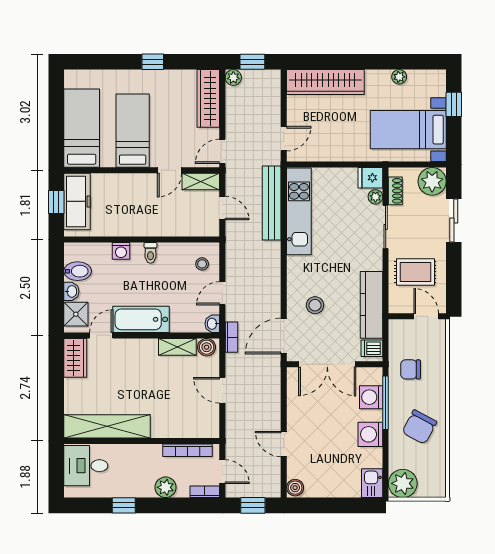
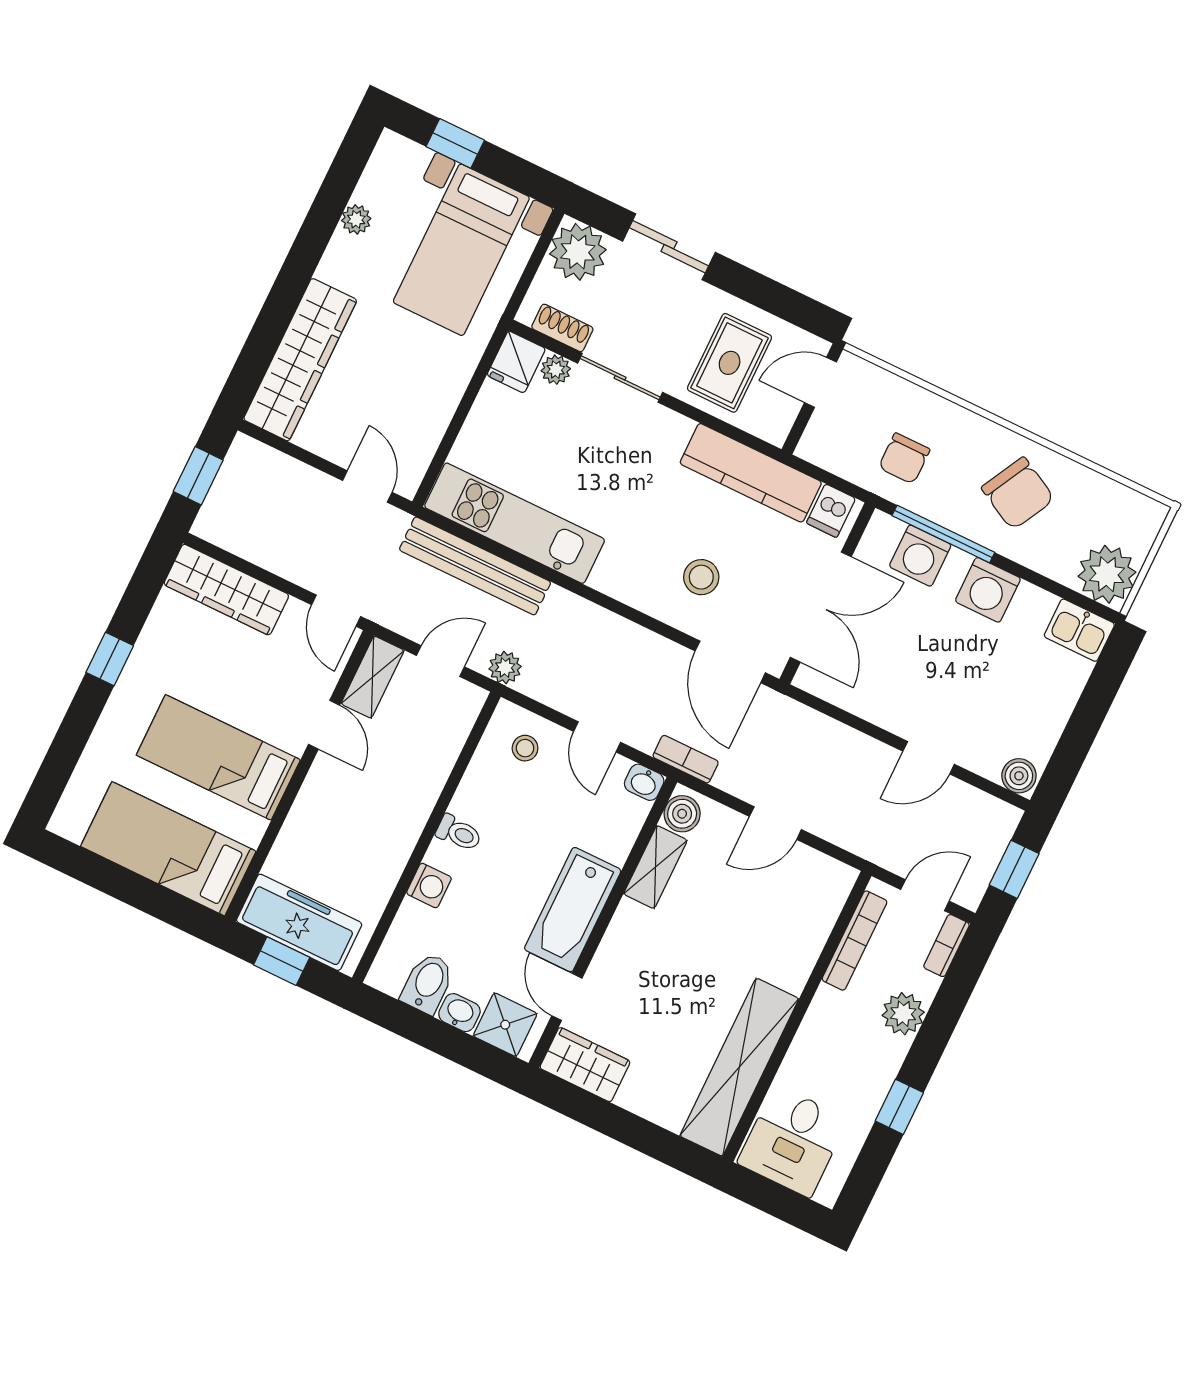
plant: (233, 78) -> (505, 668), moved

